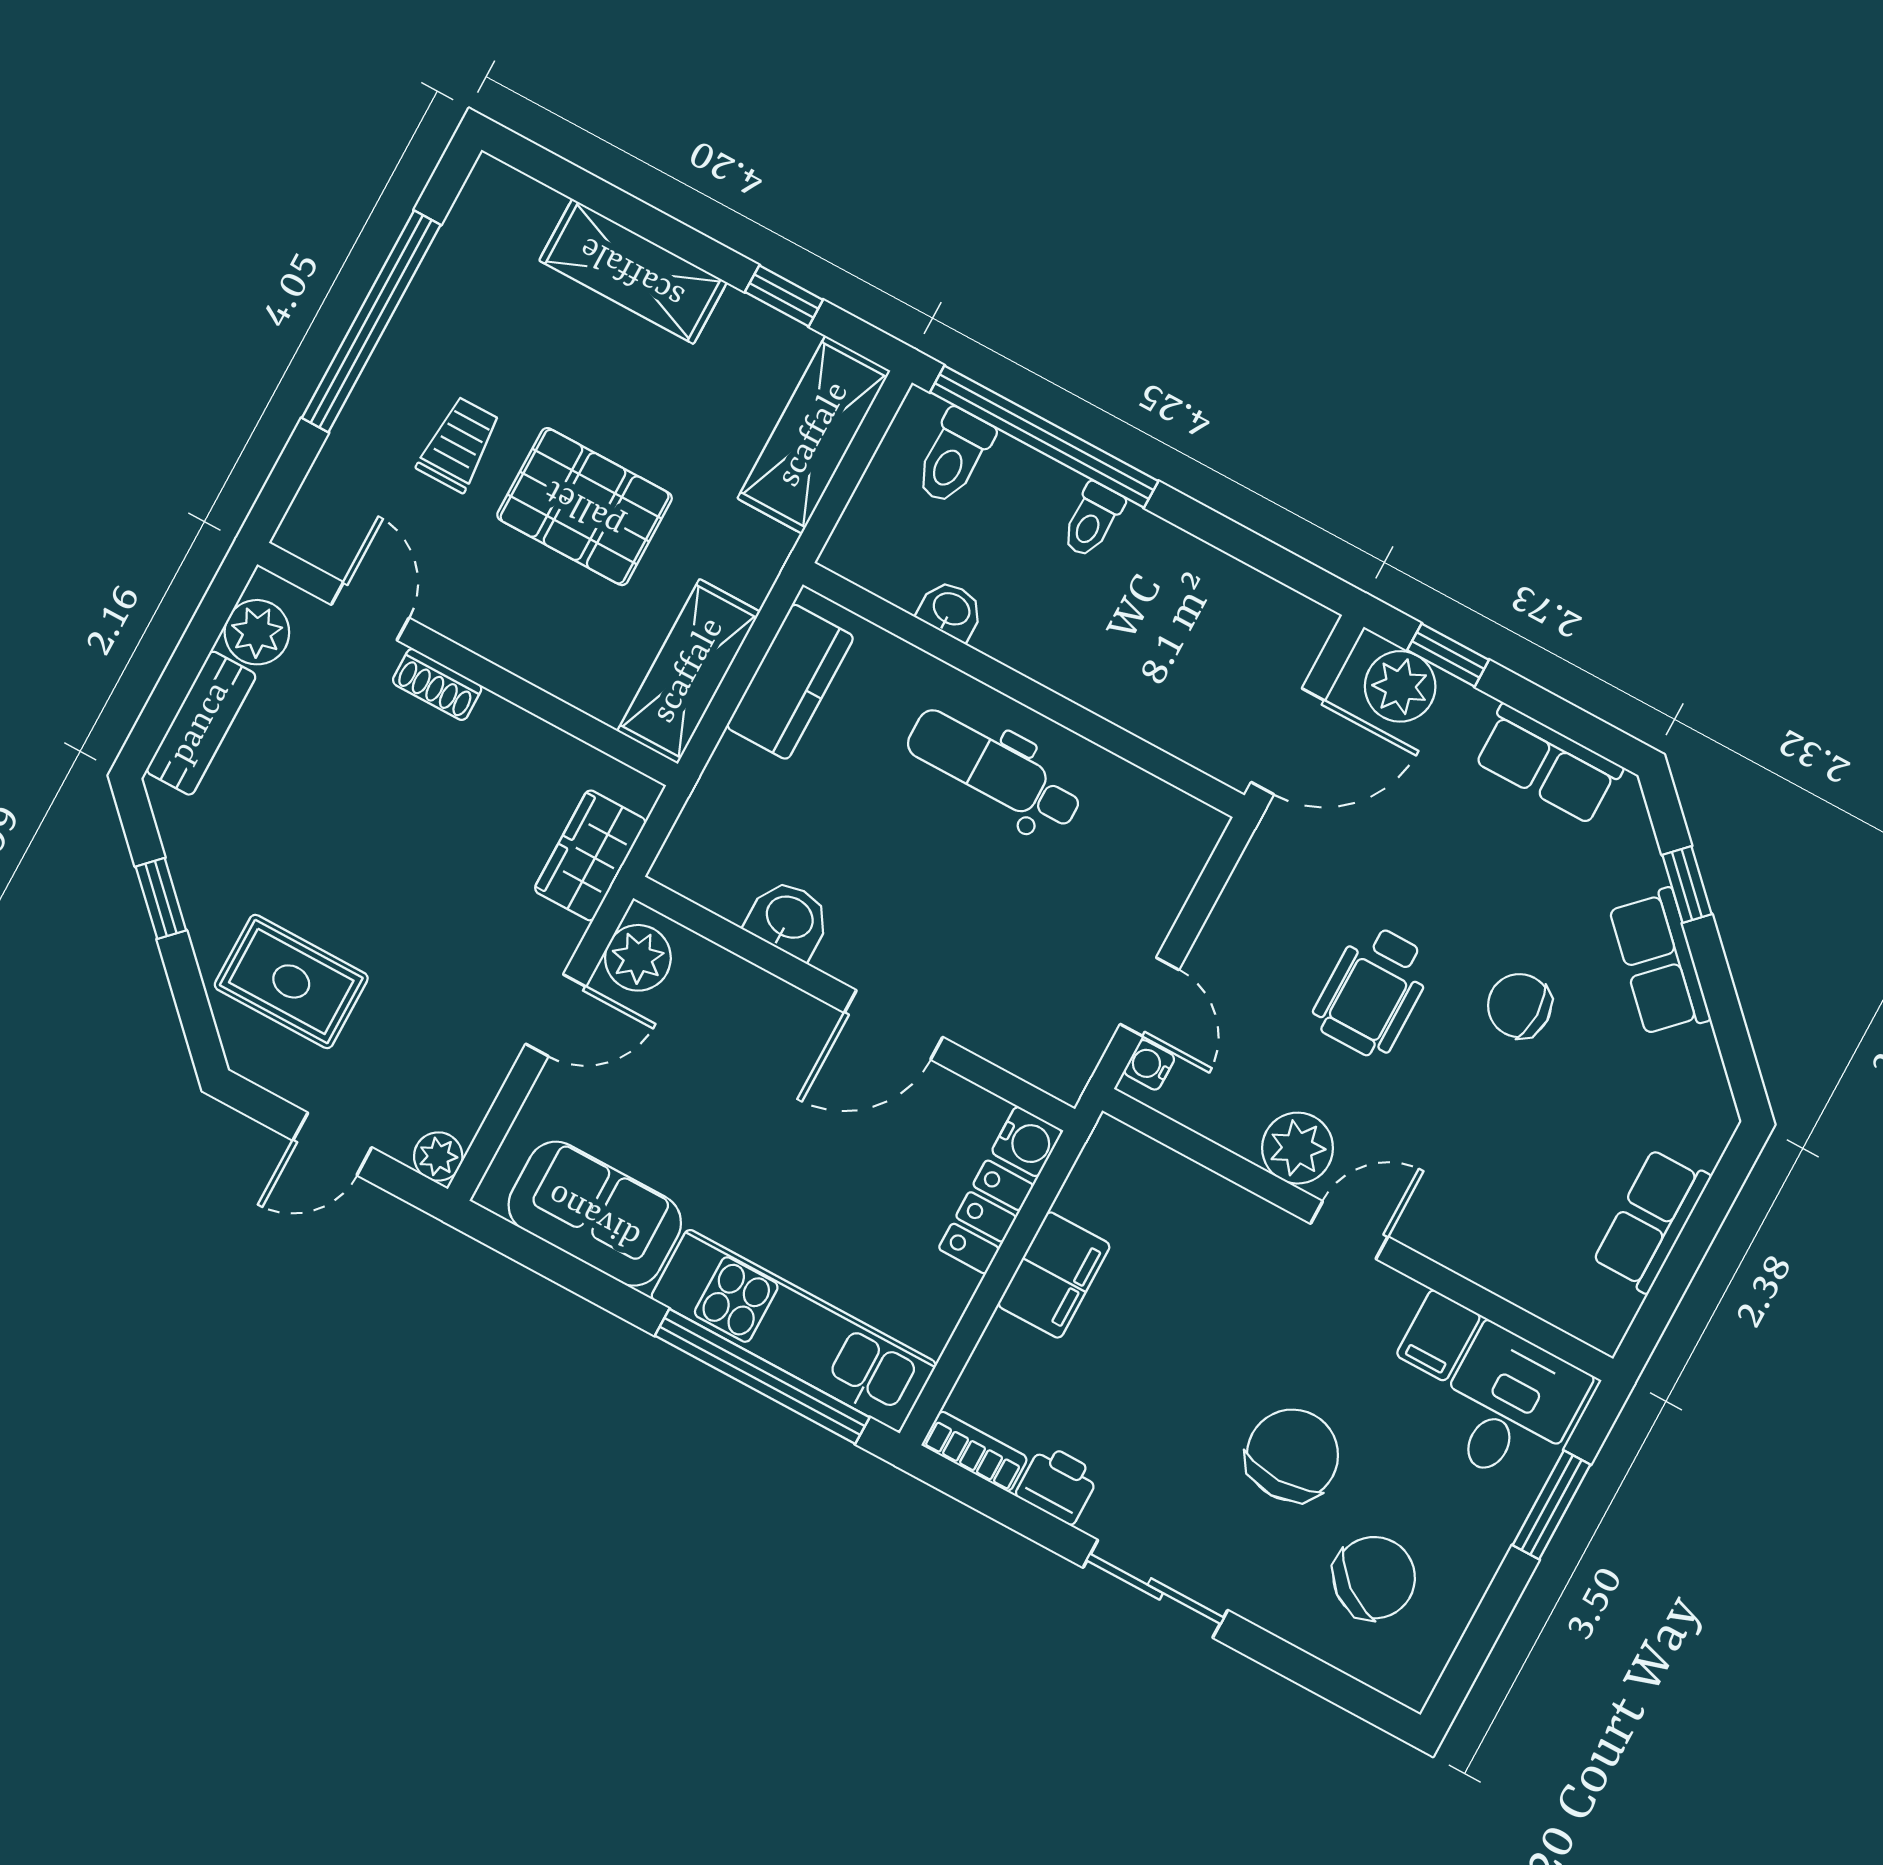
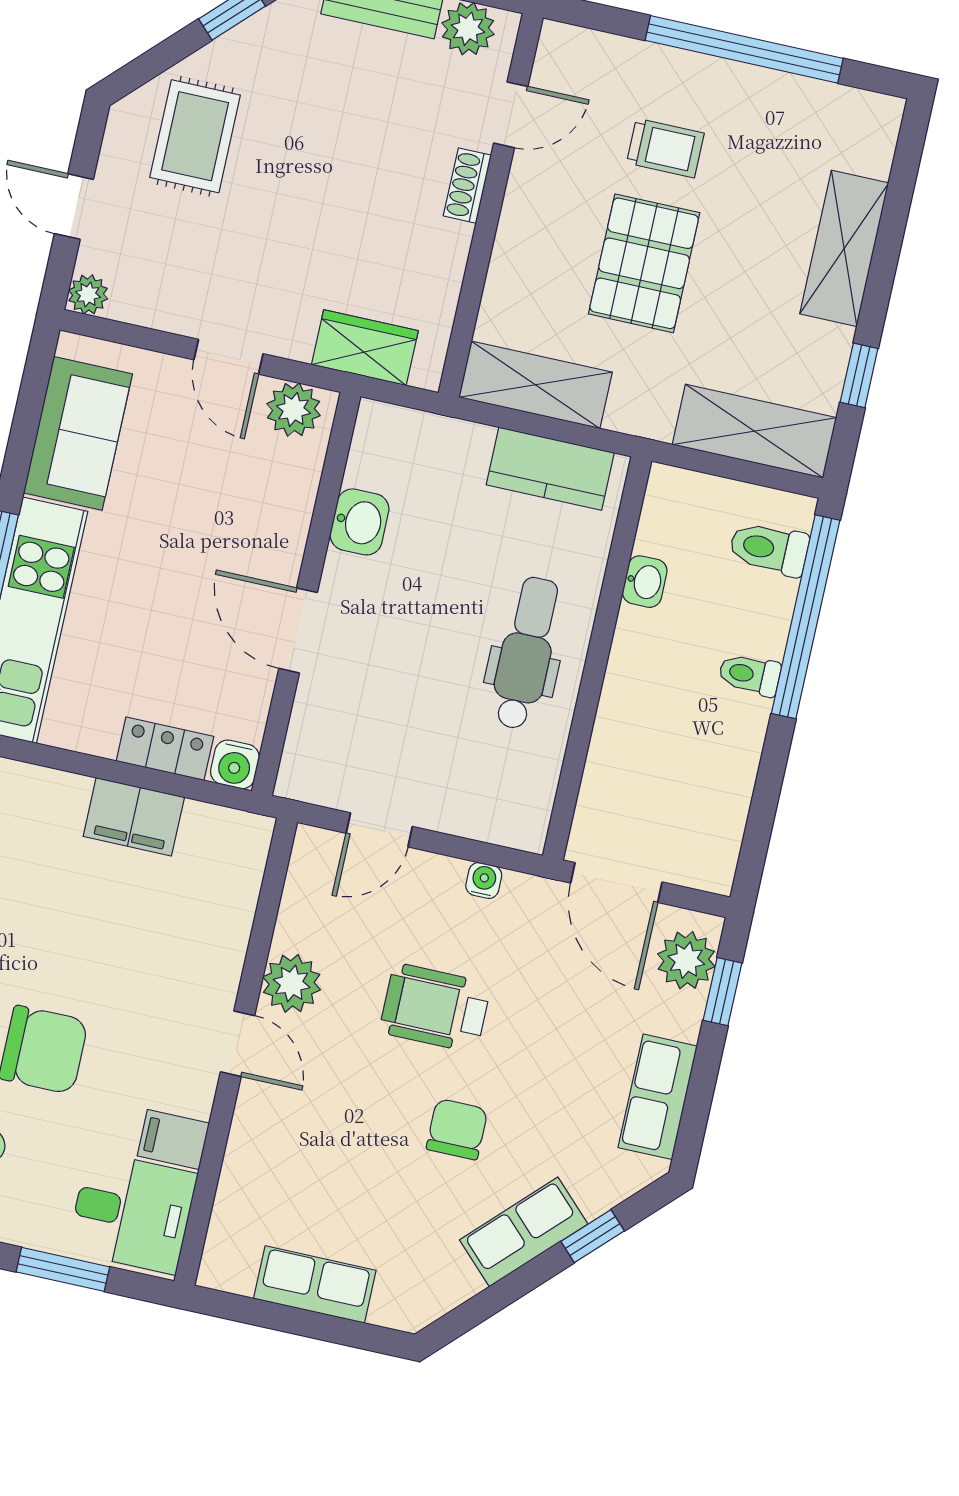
water cooler: (1149, 1065) -> (484, 880), moved

